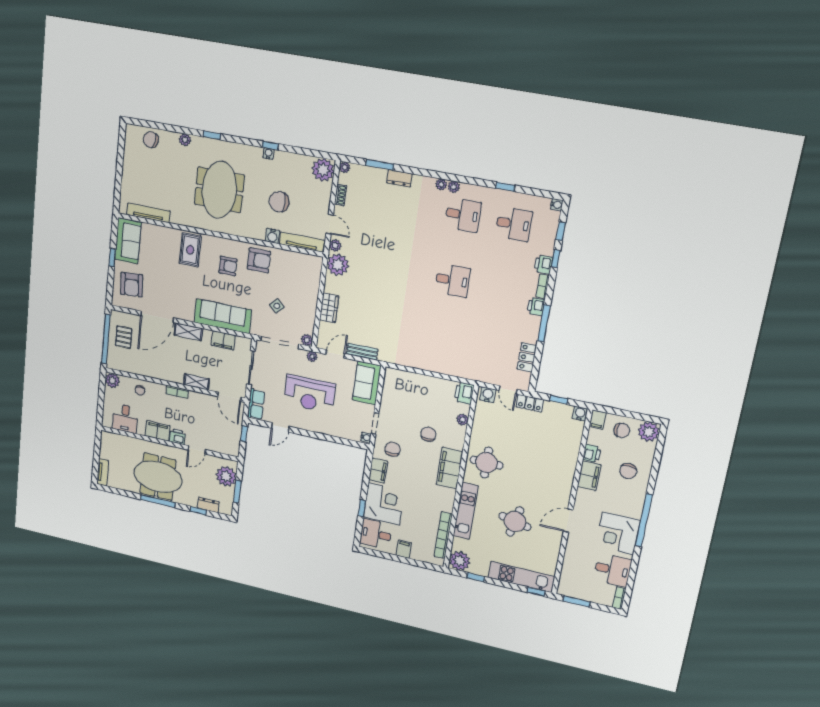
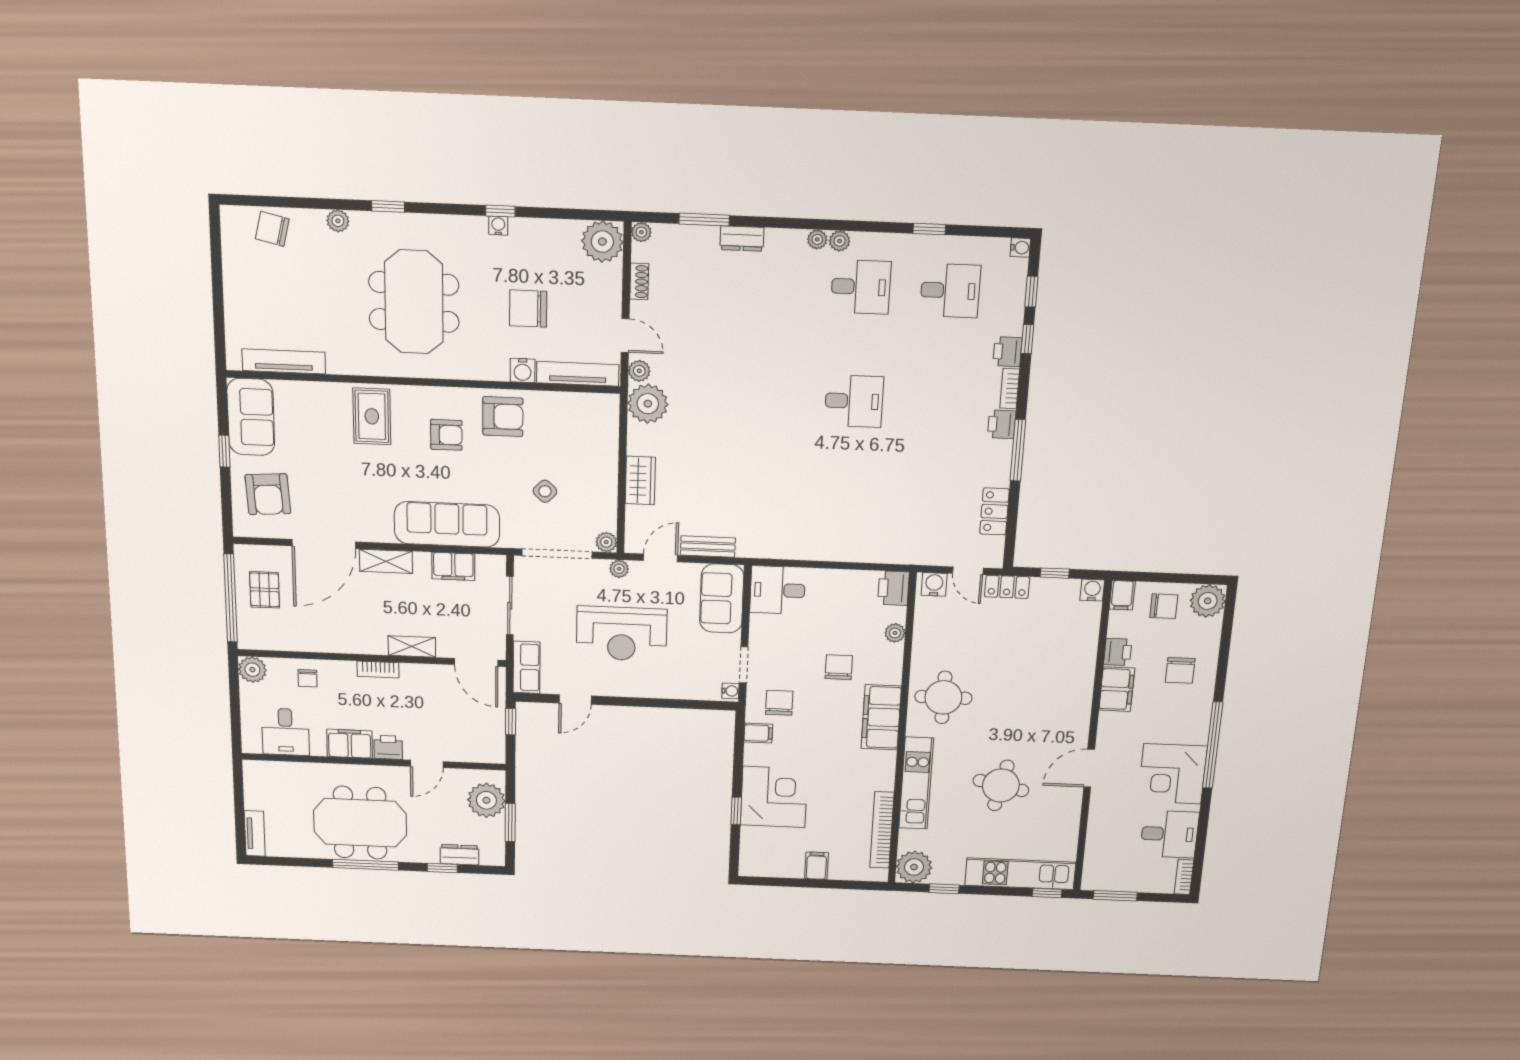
filing cabinet: (378, 470) -> (758, 733), width x0.50
desk: (376, 534) -> (778, 590), moved

